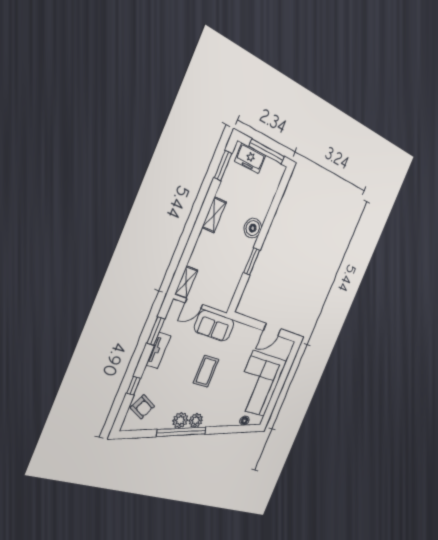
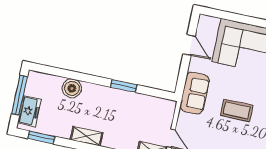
boiler: (253, 228) -> (72, 88), moved
sofa: (214, 326) -> (195, 93), moved

